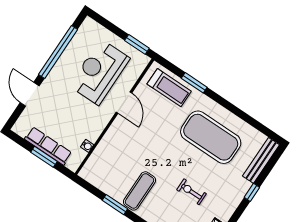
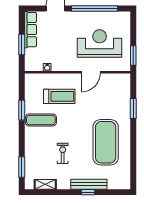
treadmill: (169, 88) -> (59, 96), moved, turned -90
row of seats: (48, 146) -> (30, 30), moved
bench: (261, 160) -> (89, 184), moved

